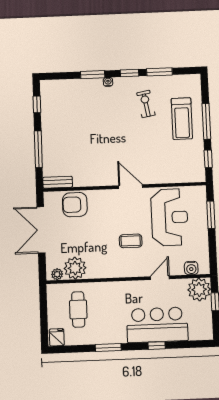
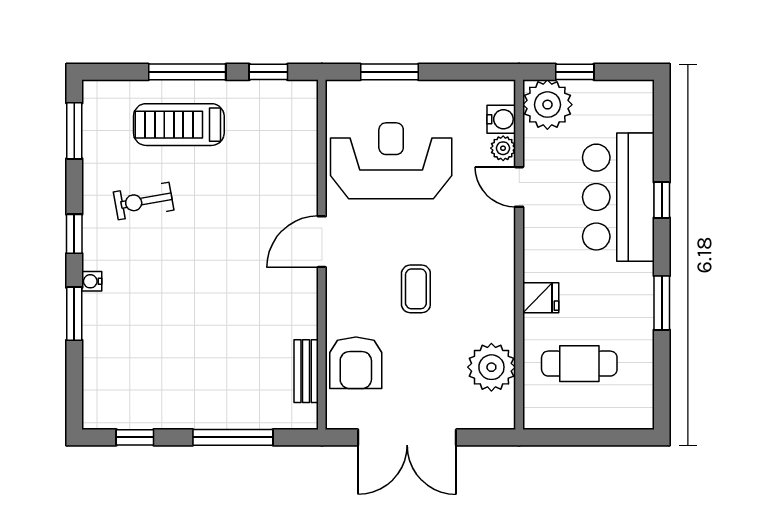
window: (159, 72) -> (74, 131), moved
treadmill: (182, 119) -> (179, 125), turned 180
bench: (58, 182) -> (306, 371), moved
coffee table: (131, 241) -> (416, 289), moved
plant: (57, 274) -> (503, 148), moved
fridge: (57, 337) -> (541, 298), moved, turned 180

